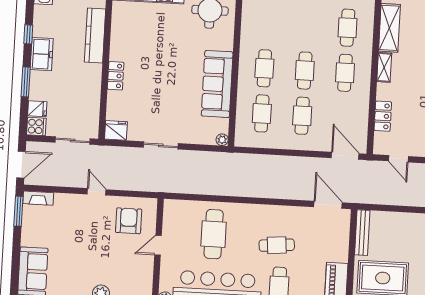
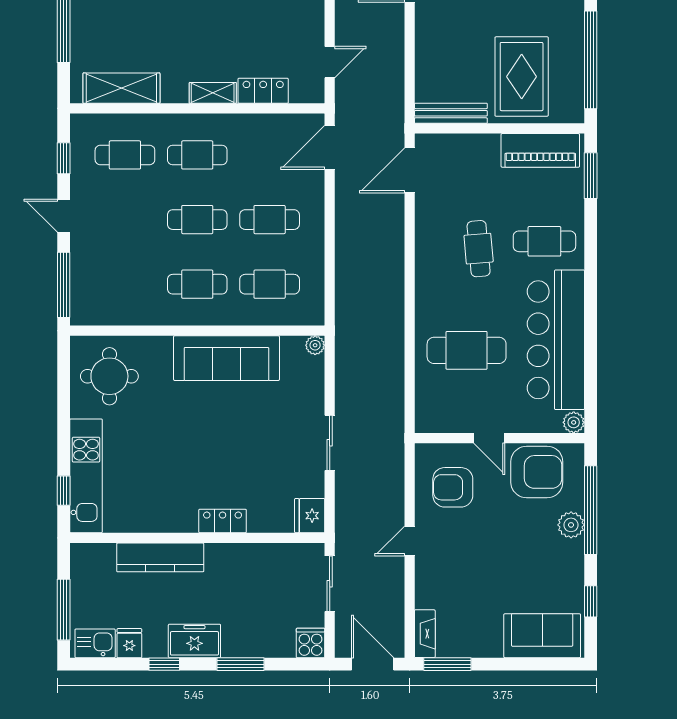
shelving: (384, 67) -> (213, 93), moved
fridge: (37, 109) -> (129, 643), moved
armchair: (135, 274) -> (537, 472), added

